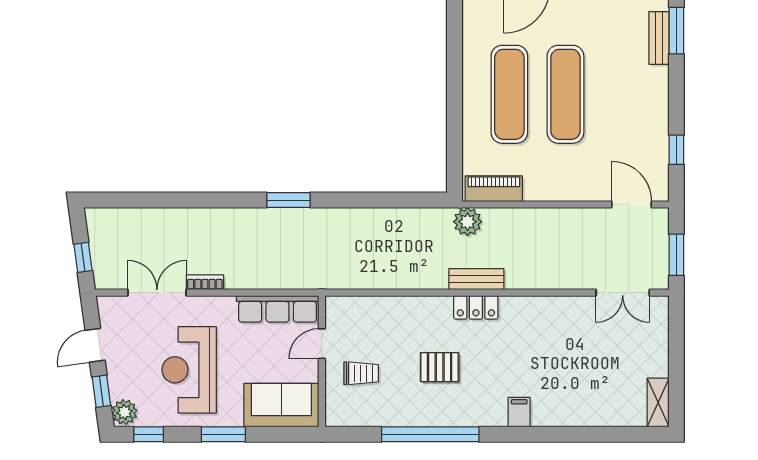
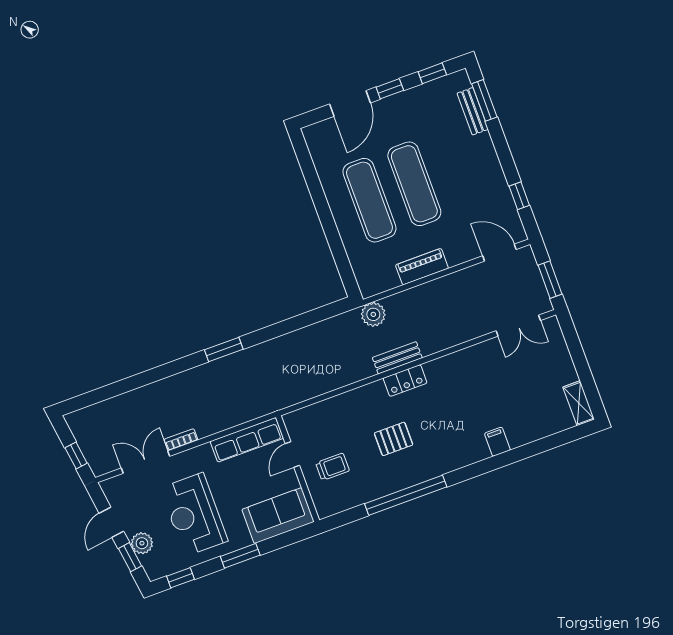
piano: (494, 189) -> (422, 267), moved
plant: (125, 412) -> (142, 543), moved
filing cabinet: (519, 412) -> (497, 442), moved

